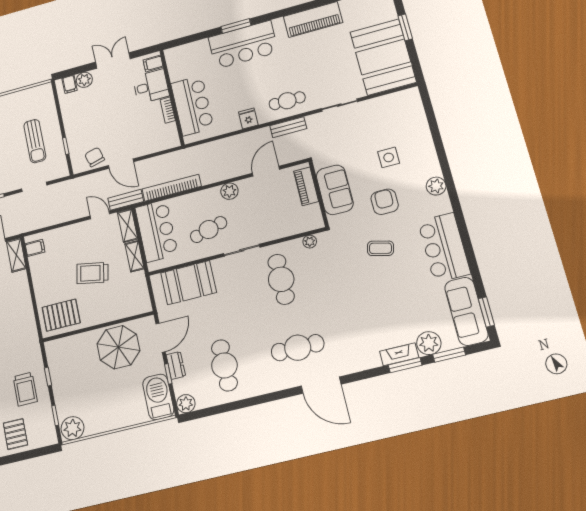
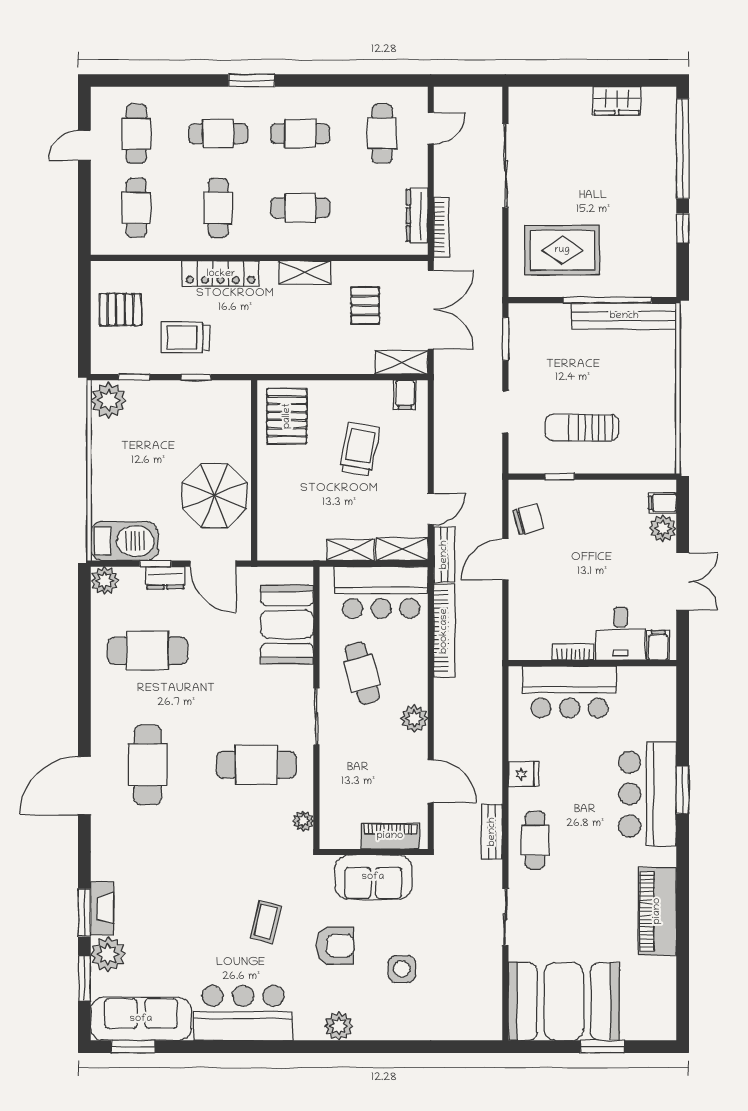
trolley: (92, 273) -> (359, 449), moved

